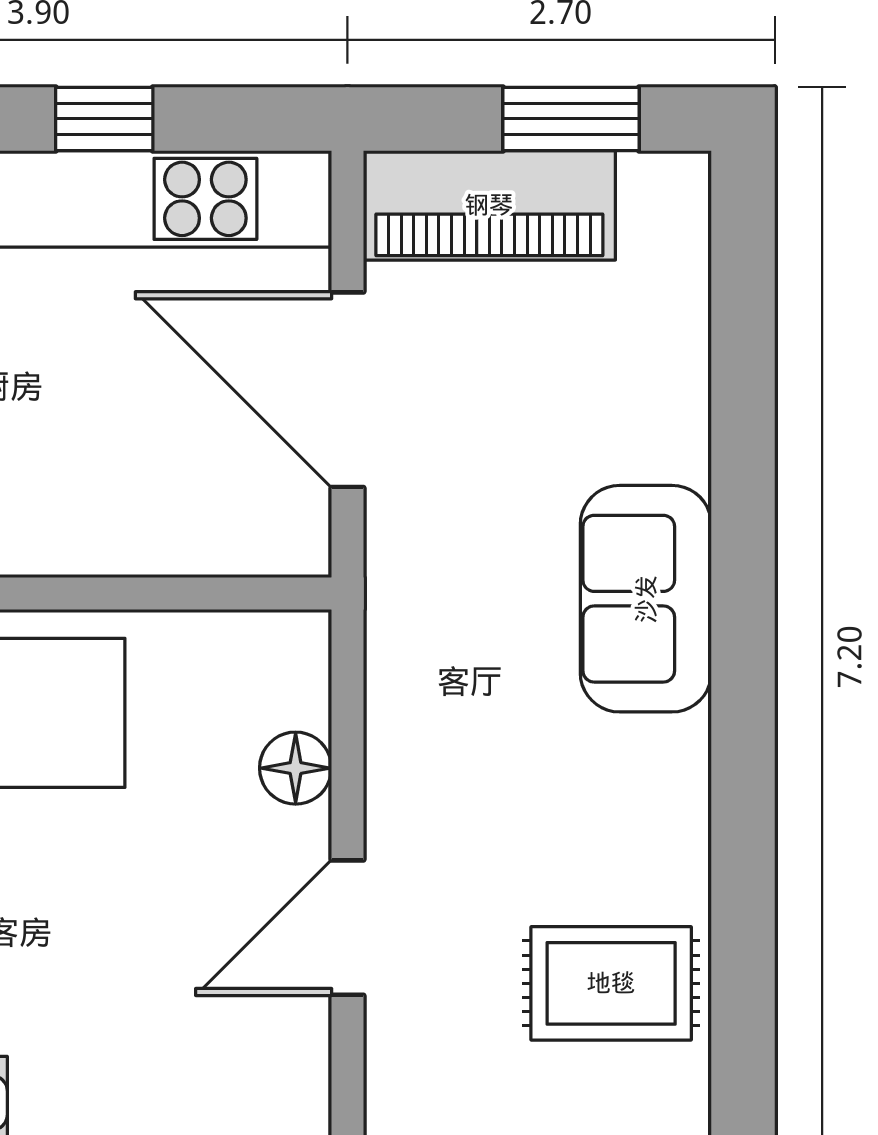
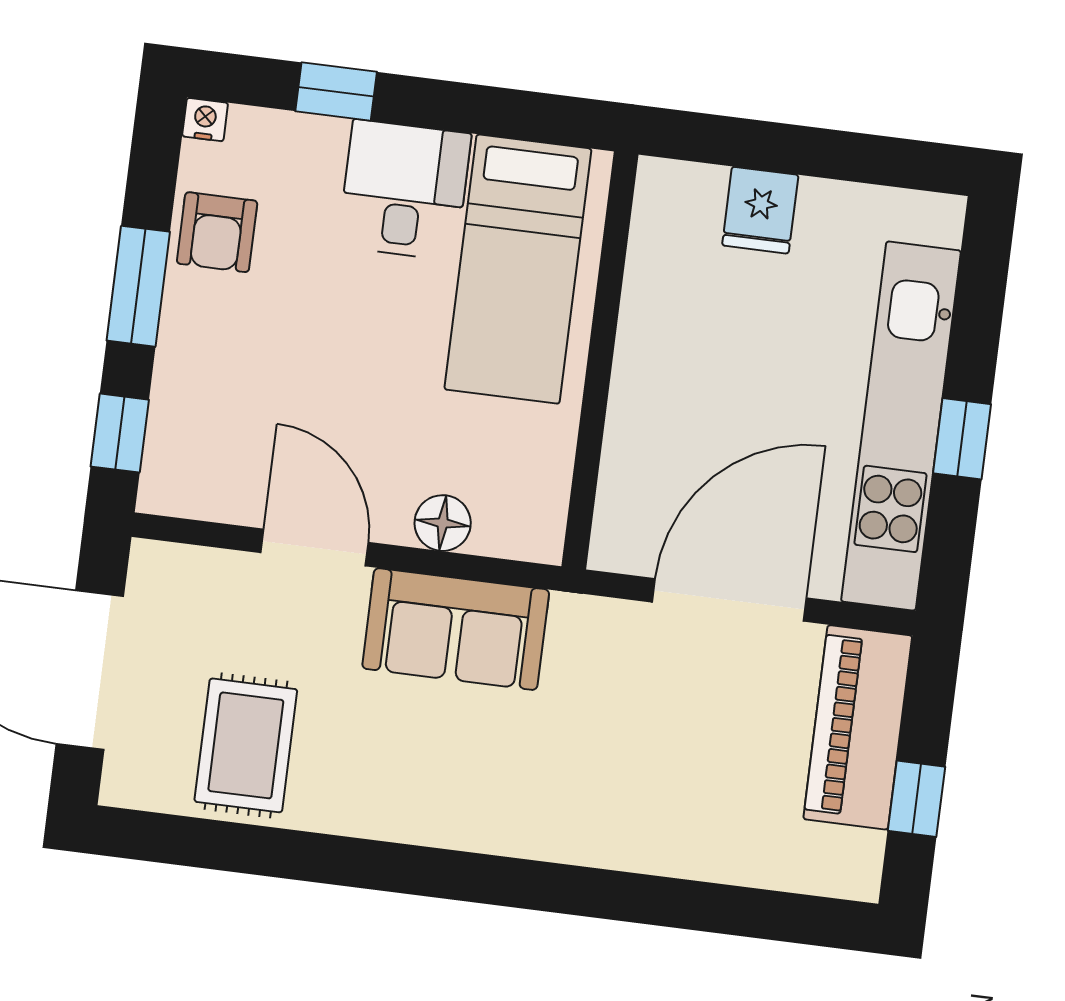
window: (571, 119) -> (916, 799), width x0.67
sofa: (646, 599) -> (456, 629), moved, turned 180

